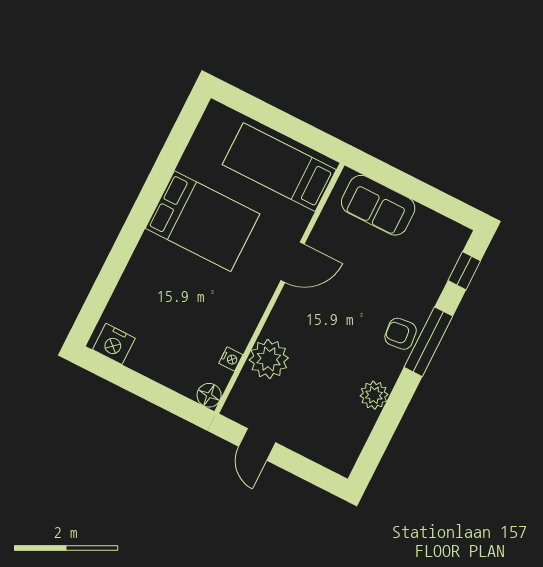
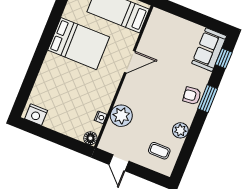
sofa: (378, 205) -> (209, 50), moved, turned 90
window: (428, 342) -> (208, 99), width x0.69
coffee table: (332, 429) -> (159, 151), added

